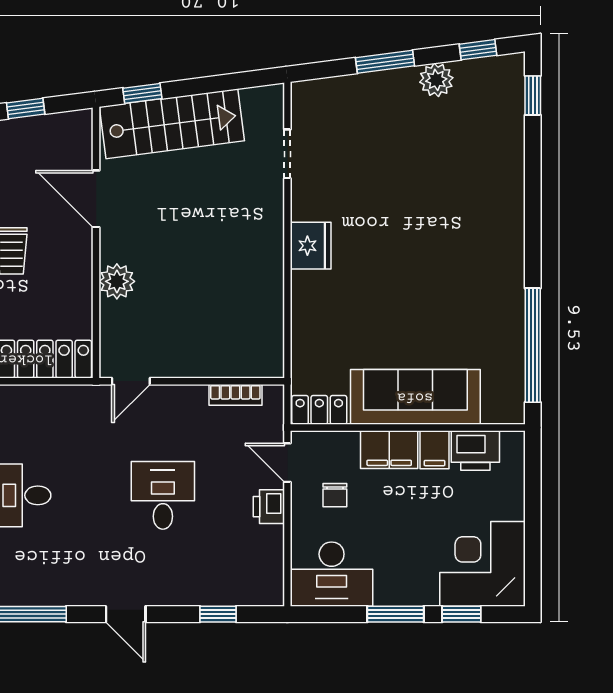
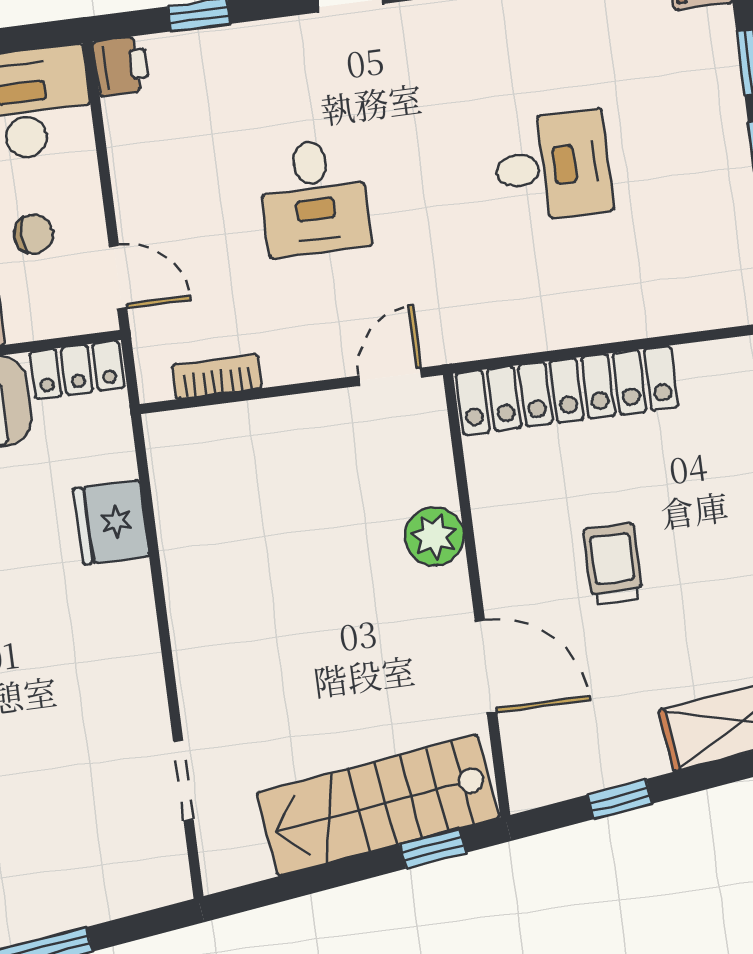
fridge: (311, 246) -> (111, 522), moved
chair: (335, 495) -> (33, 234), turned 90
printer: (269, 507) -> (121, 66), moved

